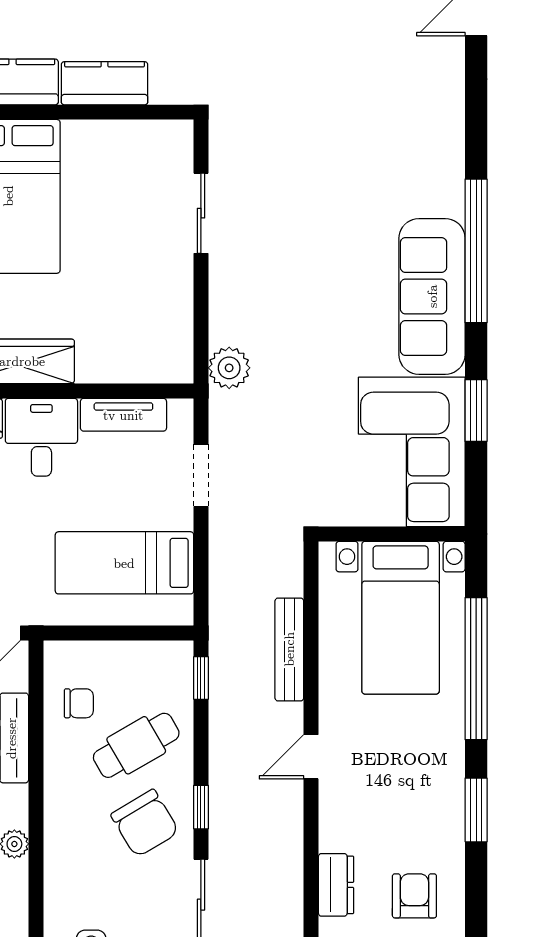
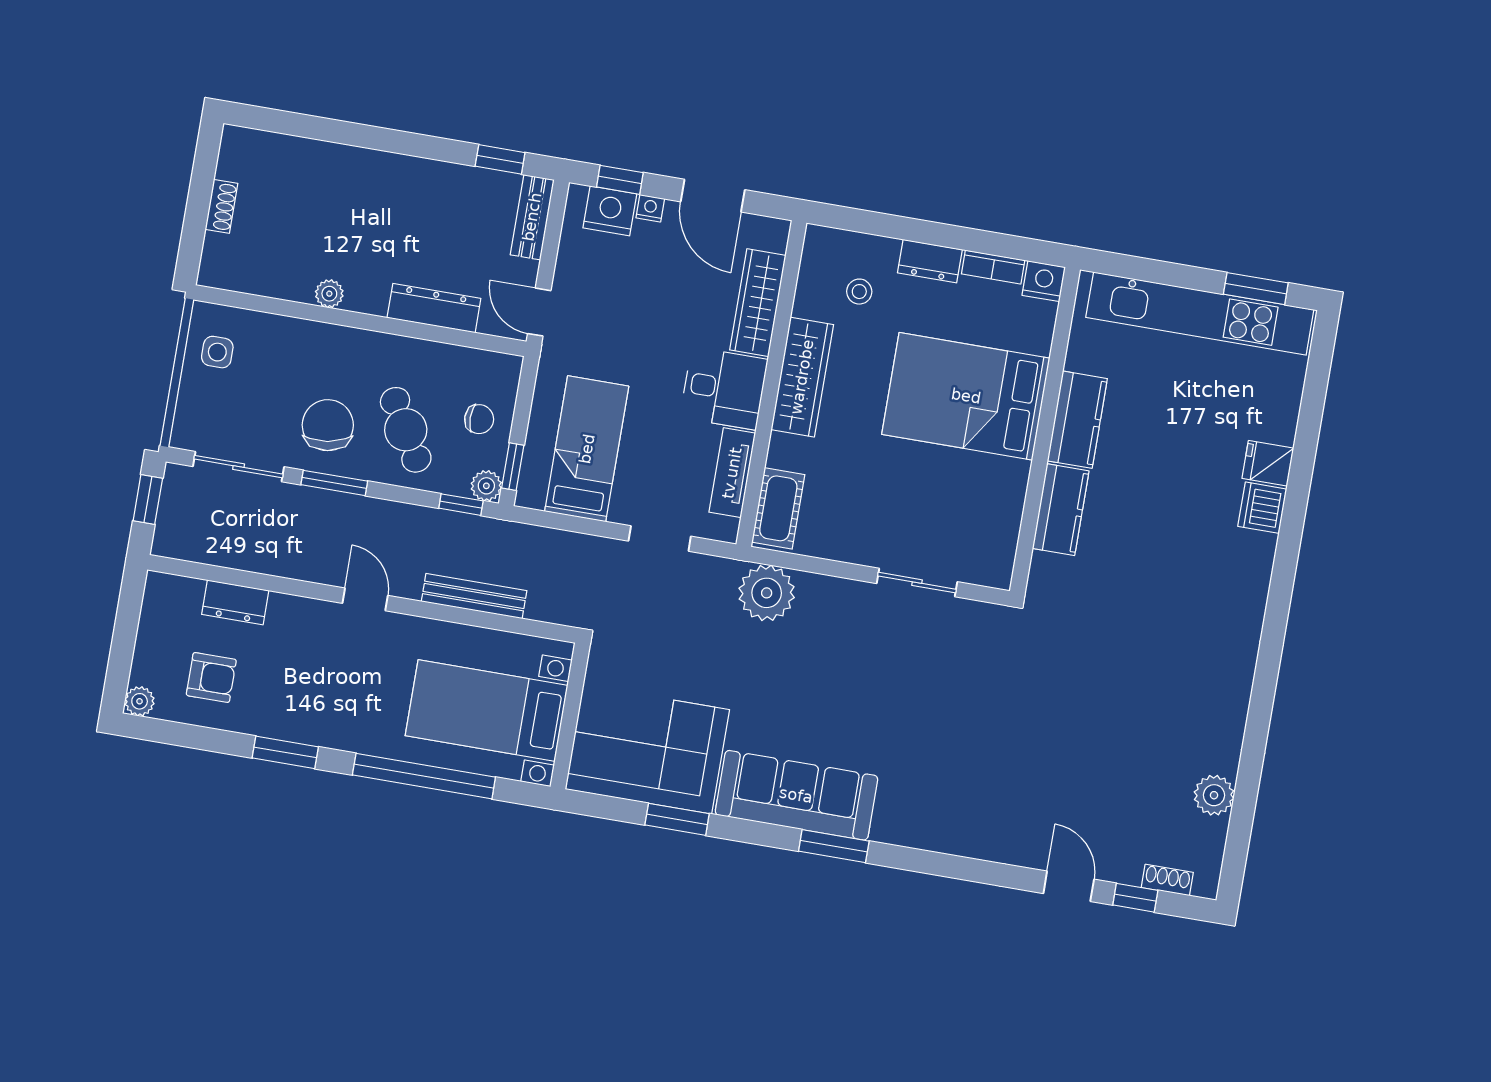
window: (476, 251) -> (834, 846), width x0.47
cot: (151, 363) -> (778, 508), added
plant: (229, 368) -> (767, 593), width x1.36, depth x1.36
window: (155, 633) -> (513, 467), added
plant: (178, 656) -> (486, 486), added
chair: (79, 703) -> (479, 419), moved, turned -90
window: (201, 807) -> (334, 483), width x1.50
chair: (145, 823) -> (328, 425), turned 112

